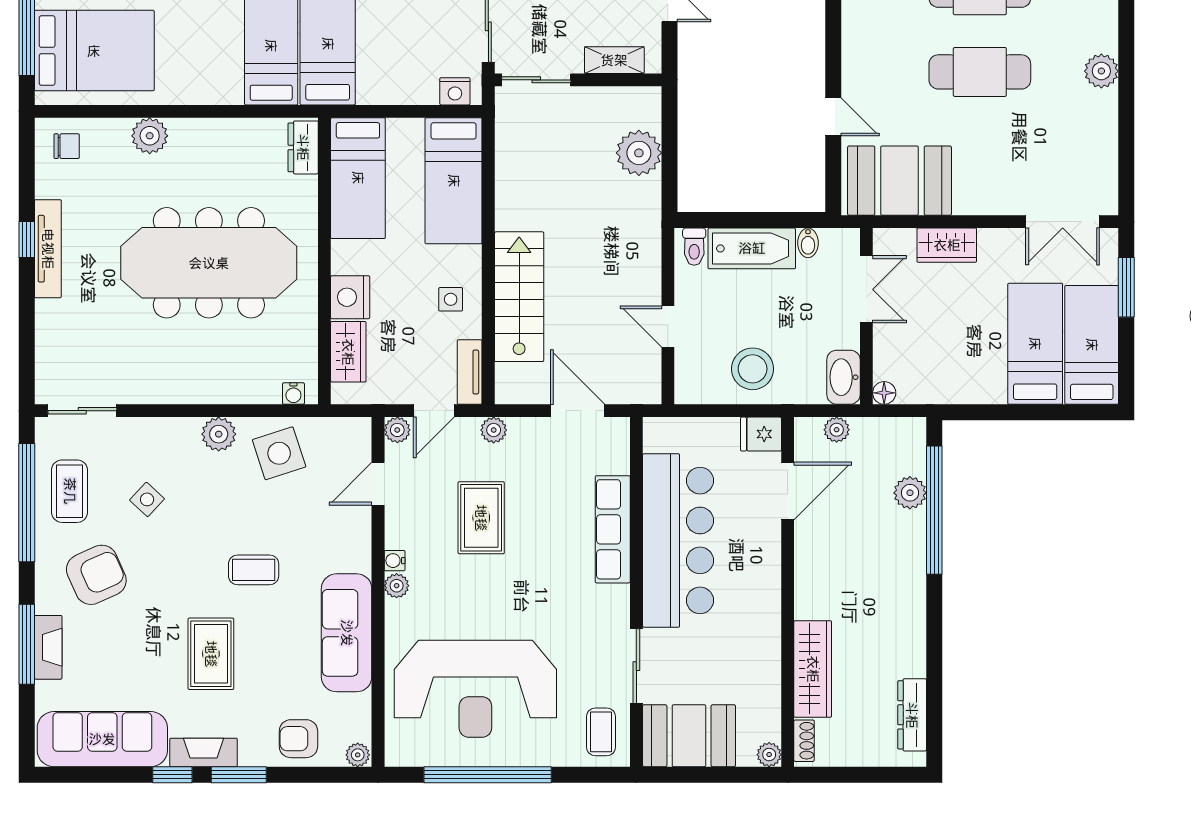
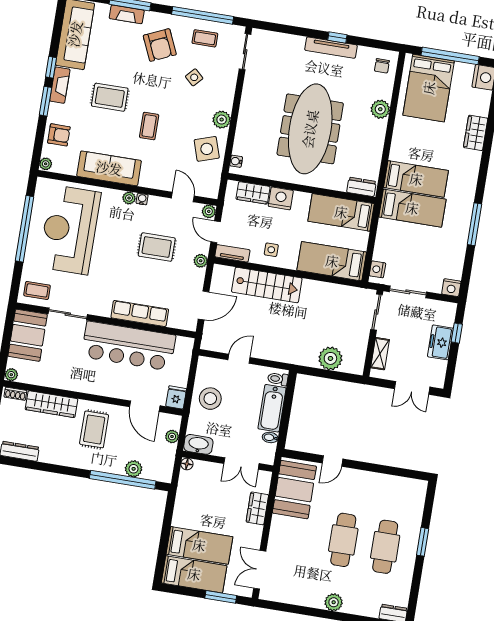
coffee table: (70, 491) -> (205, 38), width x0.73, depth x0.77
rug: (847, 580) -> (94, 429), added
armchair: (298, 739) -> (59, 135), turned 90

